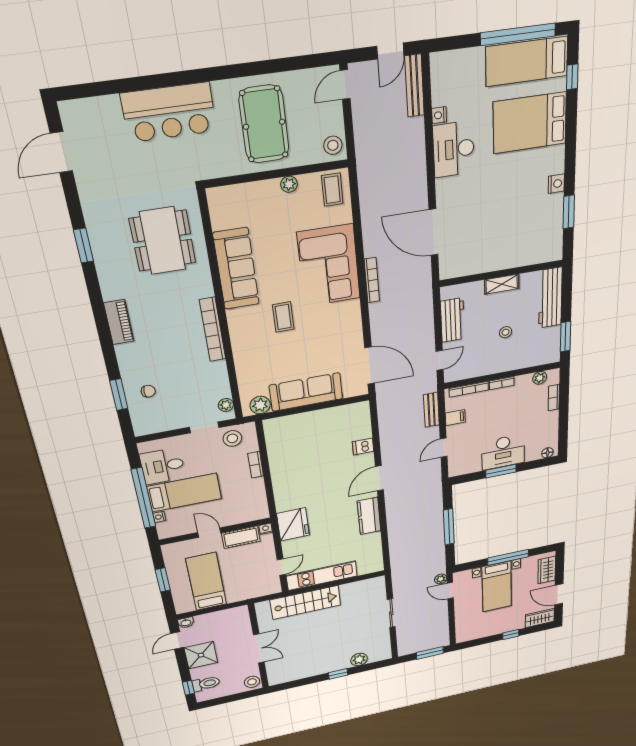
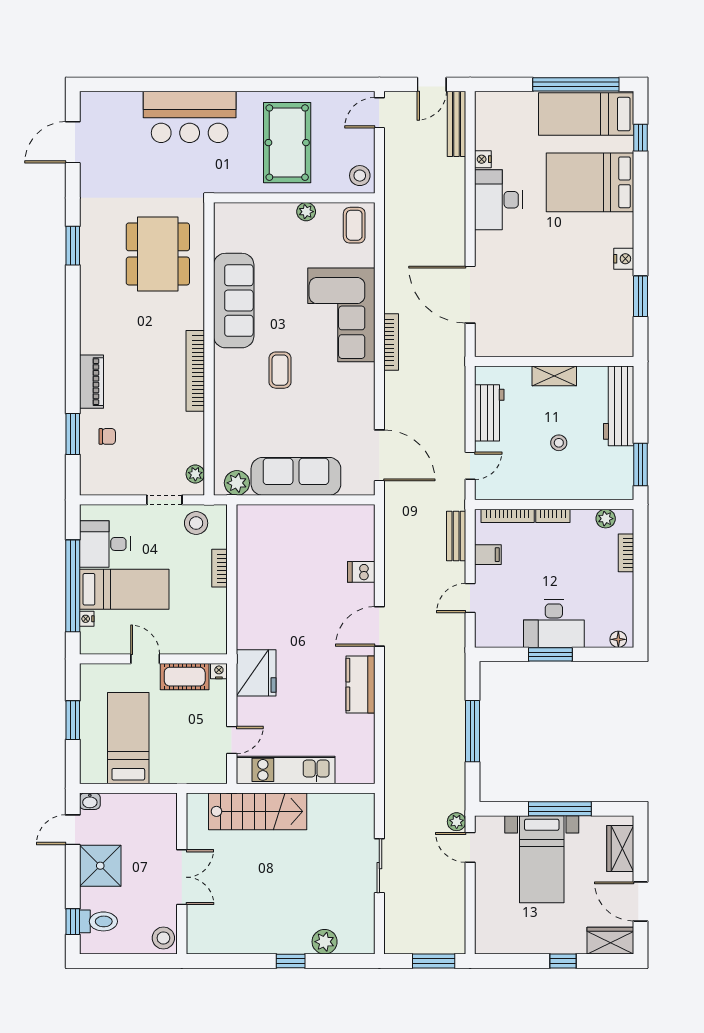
piano: (119, 322) -> (91, 382), moved

